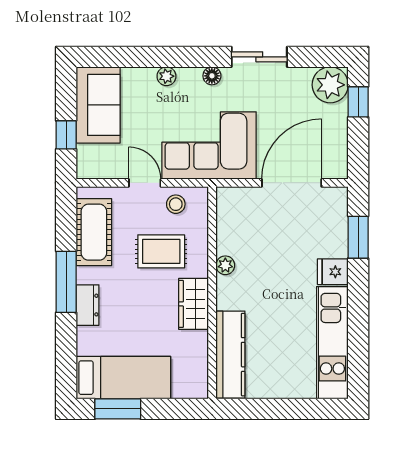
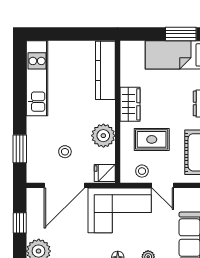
window: (358, 102) -> (20, 223), moved
stool: (291, 233) -> (65, 152), added
plant: (225, 265) -> (103, 136), width x1.87, depth x1.87
fridge: (333, 272) -> (105, 173), moved, turned 180

